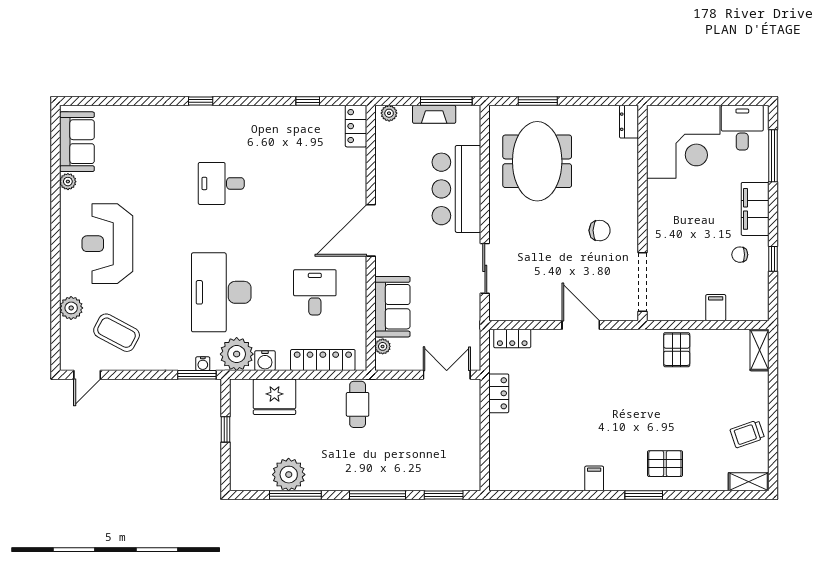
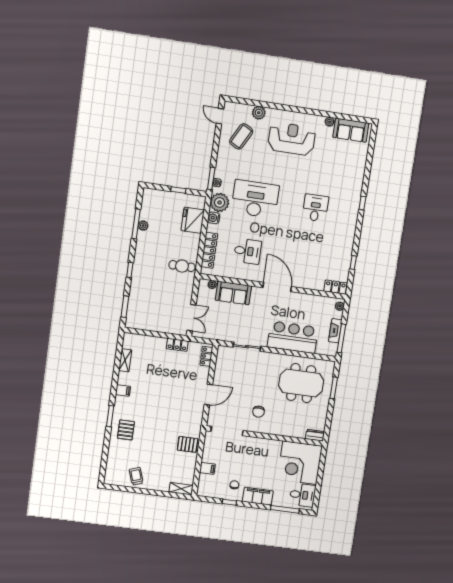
plant: (289, 475) -> (143, 226), width x0.53, depth x0.53
shelving: (749, 482) -> (125, 360), moved
window: (377, 495) -> (130, 270), width x0.46

